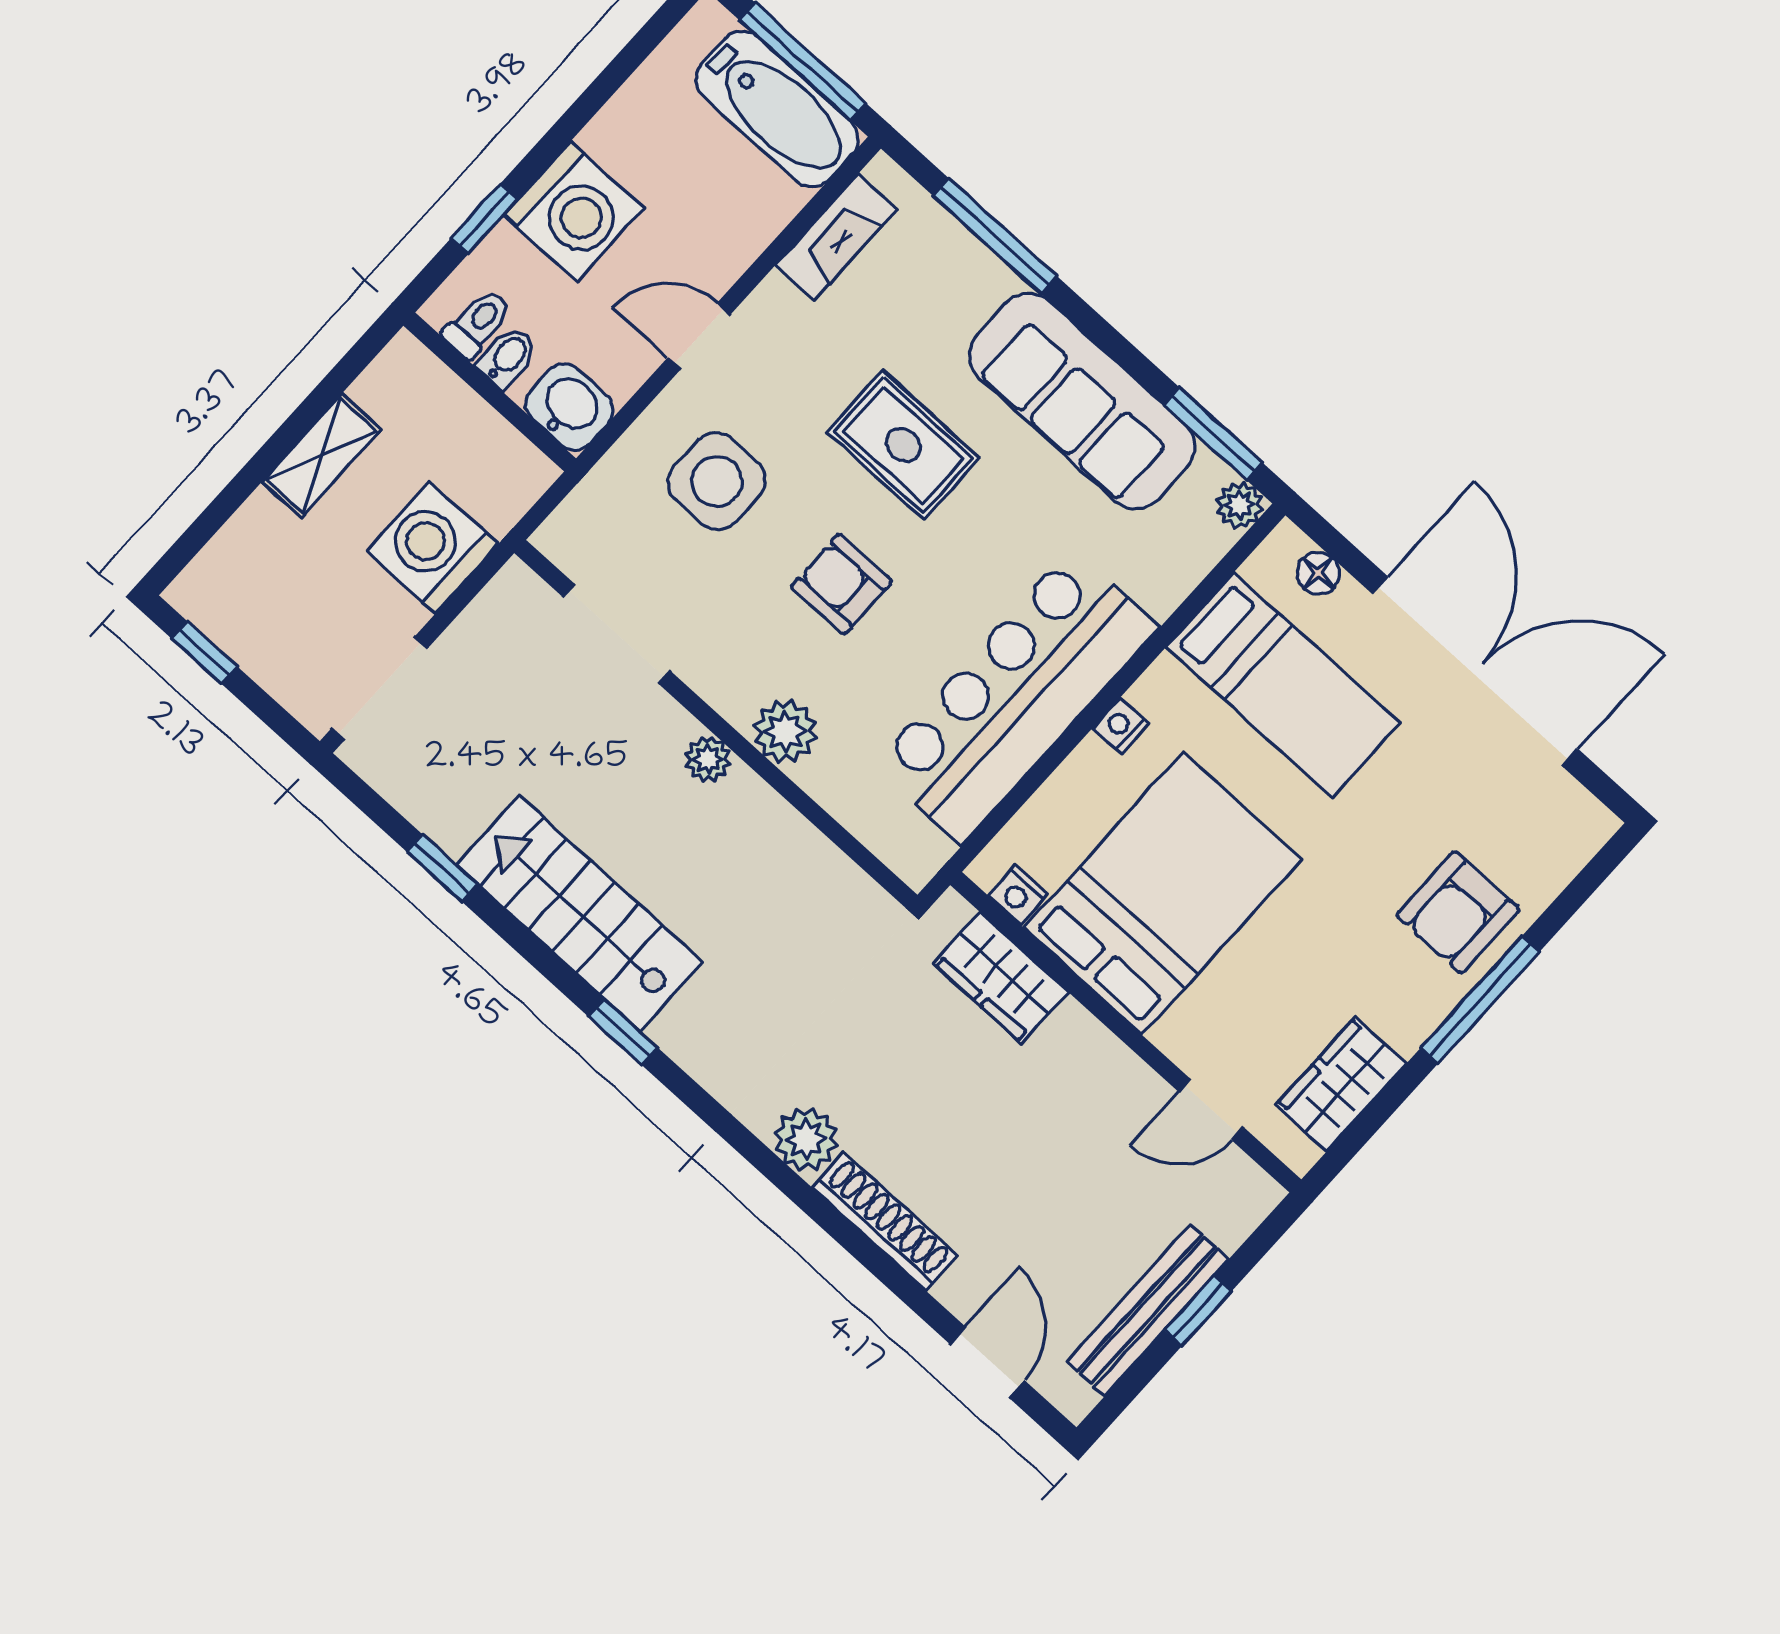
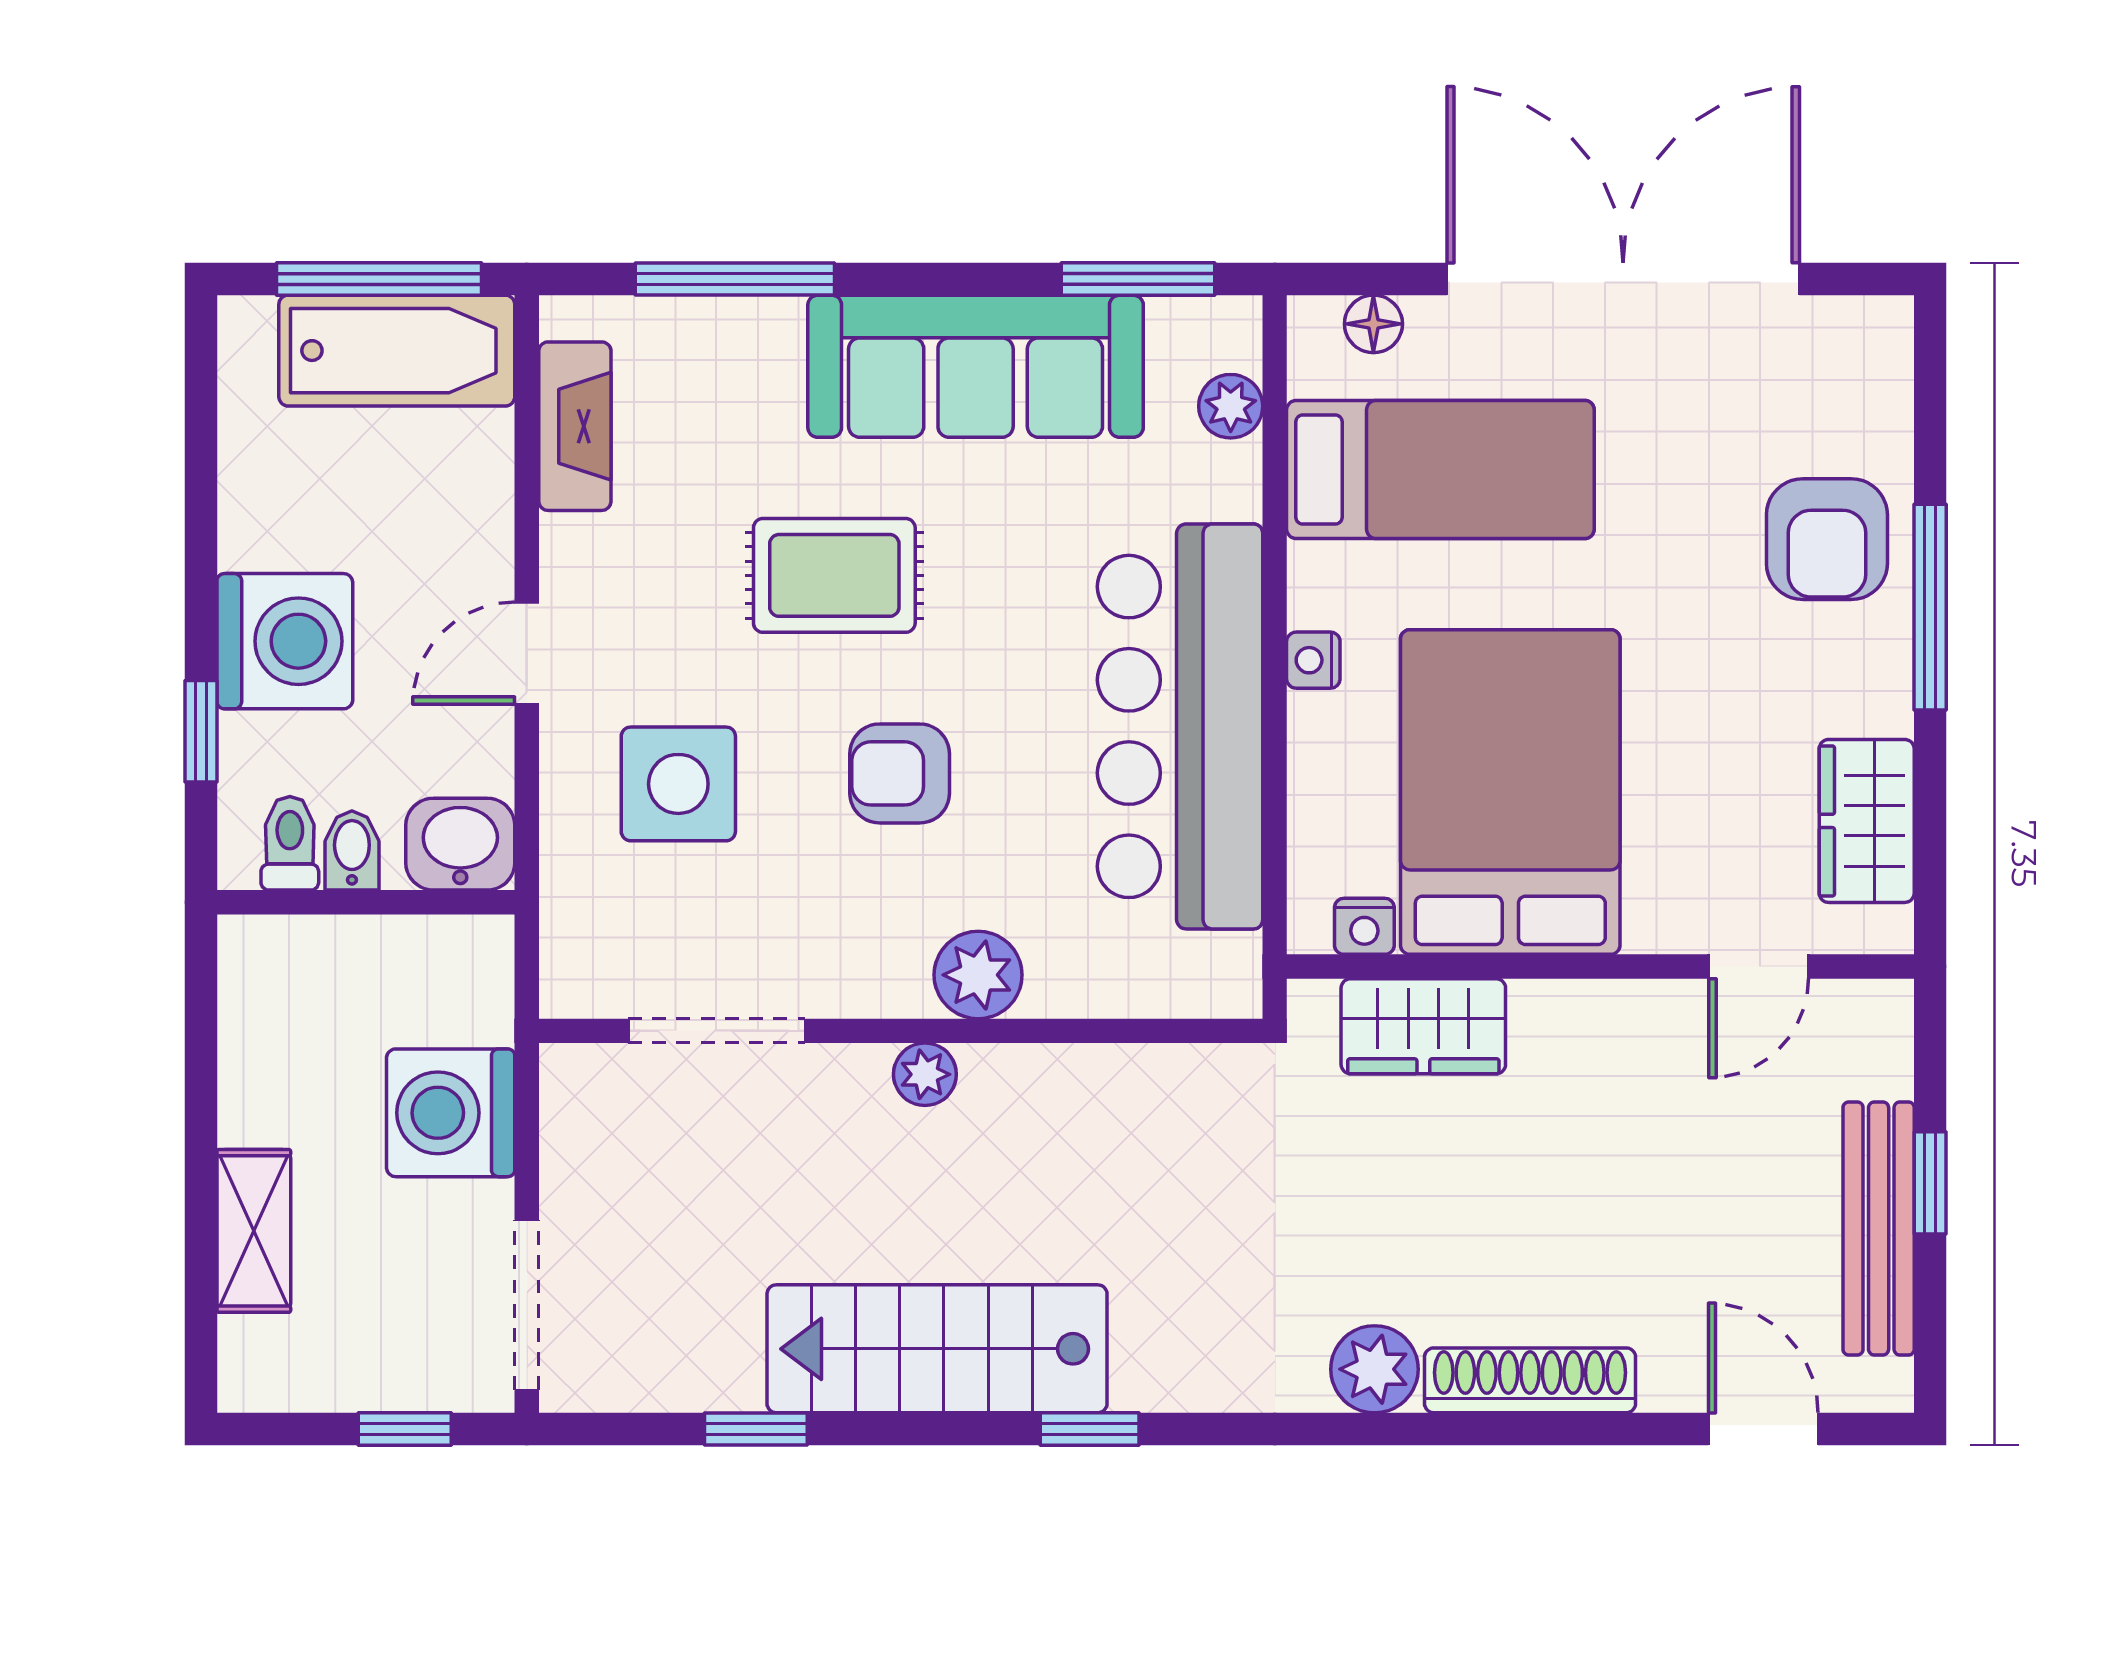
shelving: (322, 456) -> (254, 1231), moved
plant: (1239, 505) -> (1231, 406), moved
window: (205, 653) -> (405, 1429), moved

